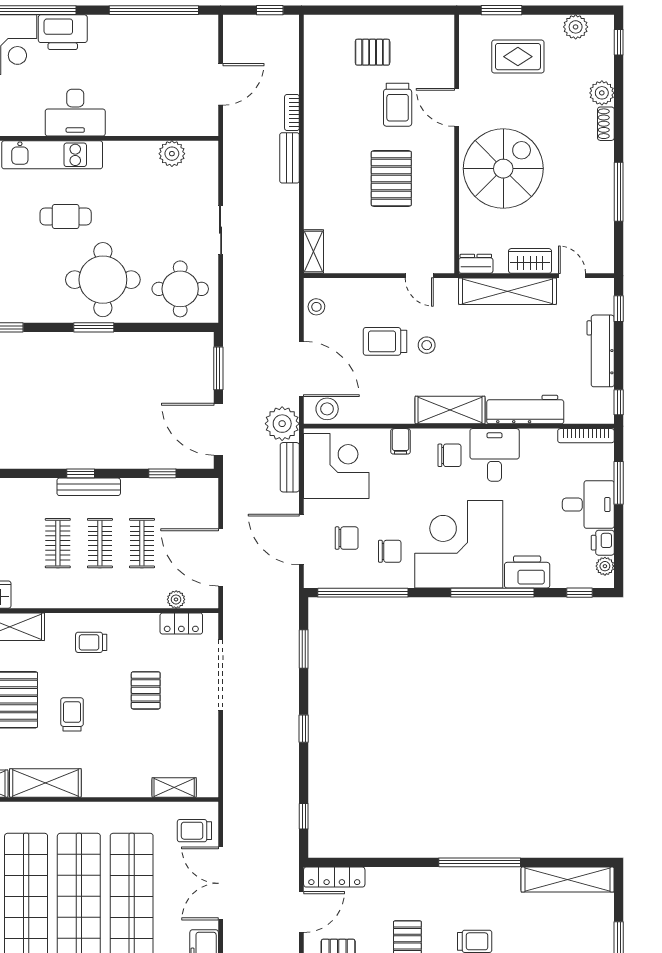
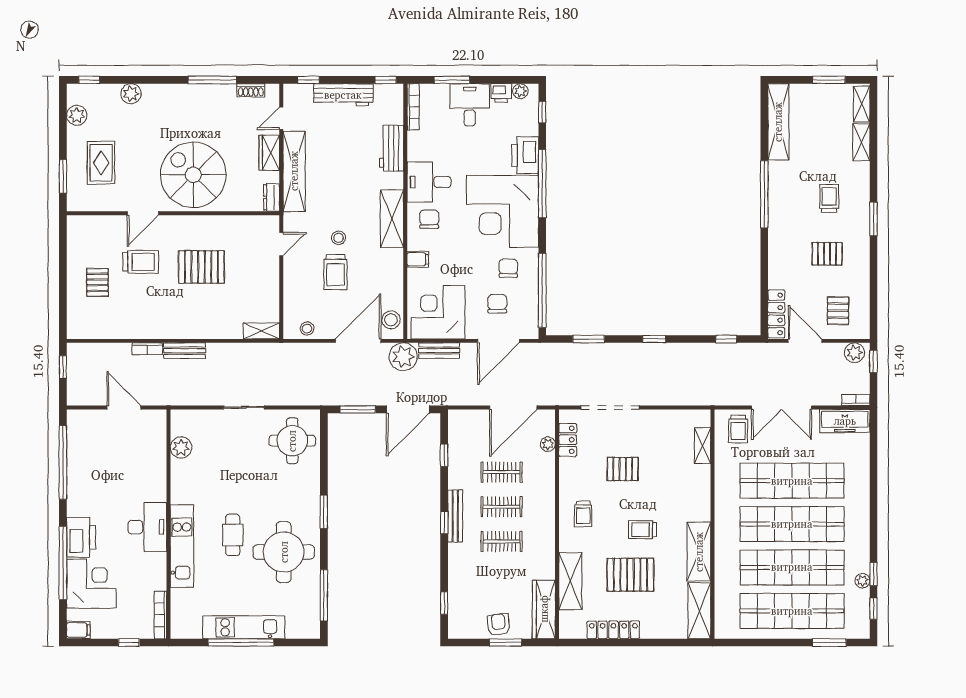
shoe rack: (606, 124) -> (251, 90), moved
round table: (103, 280) -> (284, 552), moved
workbench: (525, 410) -> (392, 148), width x0.73

